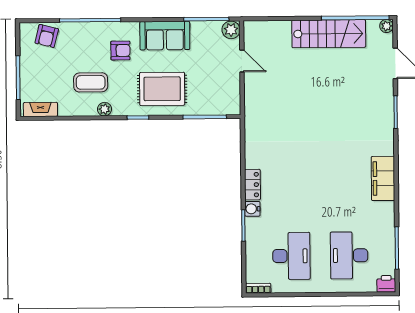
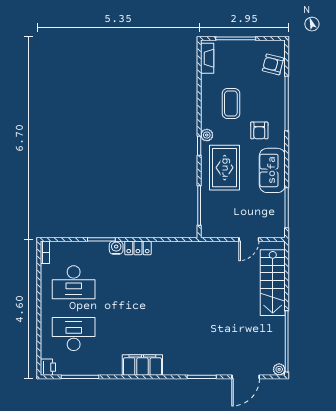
plant: (231, 30) -> (277, 230), removed
stairs: (329, 34) -> (273, 283), moved
plant: (104, 109) -> (207, 135), moved

